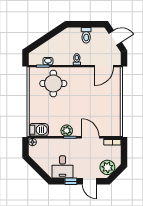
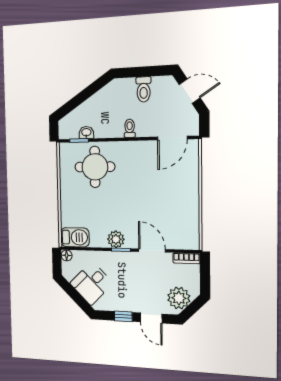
desk: (62, 167) -> (91, 283), moved, turned 45

